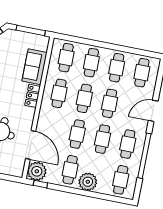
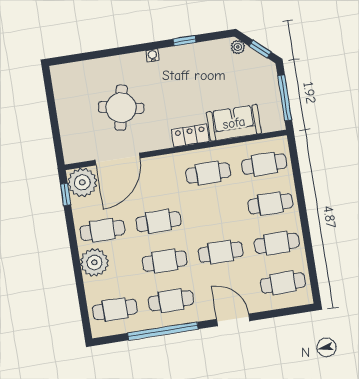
cafe table: (84, 98) -> (214, 213), removed

